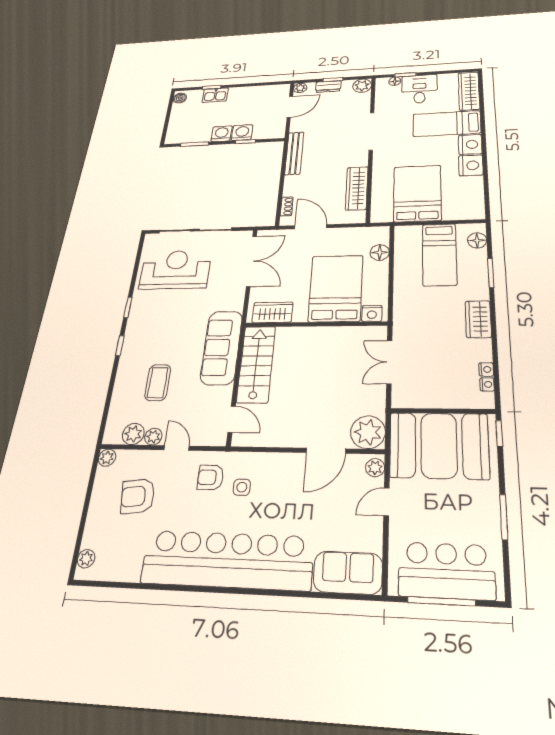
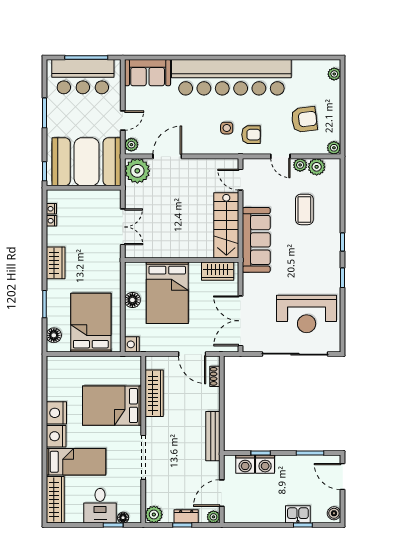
door: (166, 127) -> (343, 477), added
washing machine: (222, 134) -> (245, 464), moved
bed: (417, 193) -> (112, 406), moved, turned 90
floor lamp: (380, 252) -> (132, 300), moved
bed: (439, 254) -> (91, 323), width x1.50
nightstand: (372, 313) -> (132, 344), moved, turned -90

